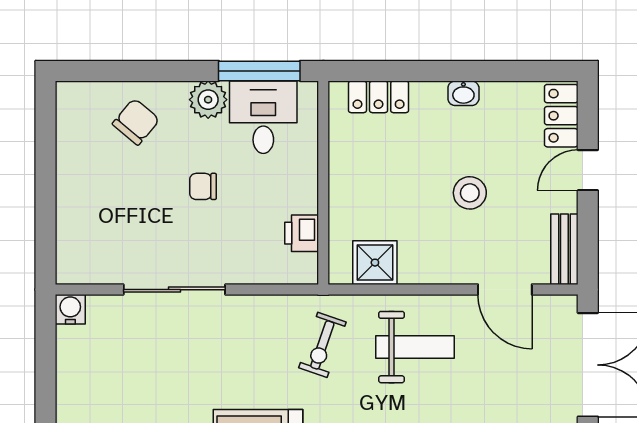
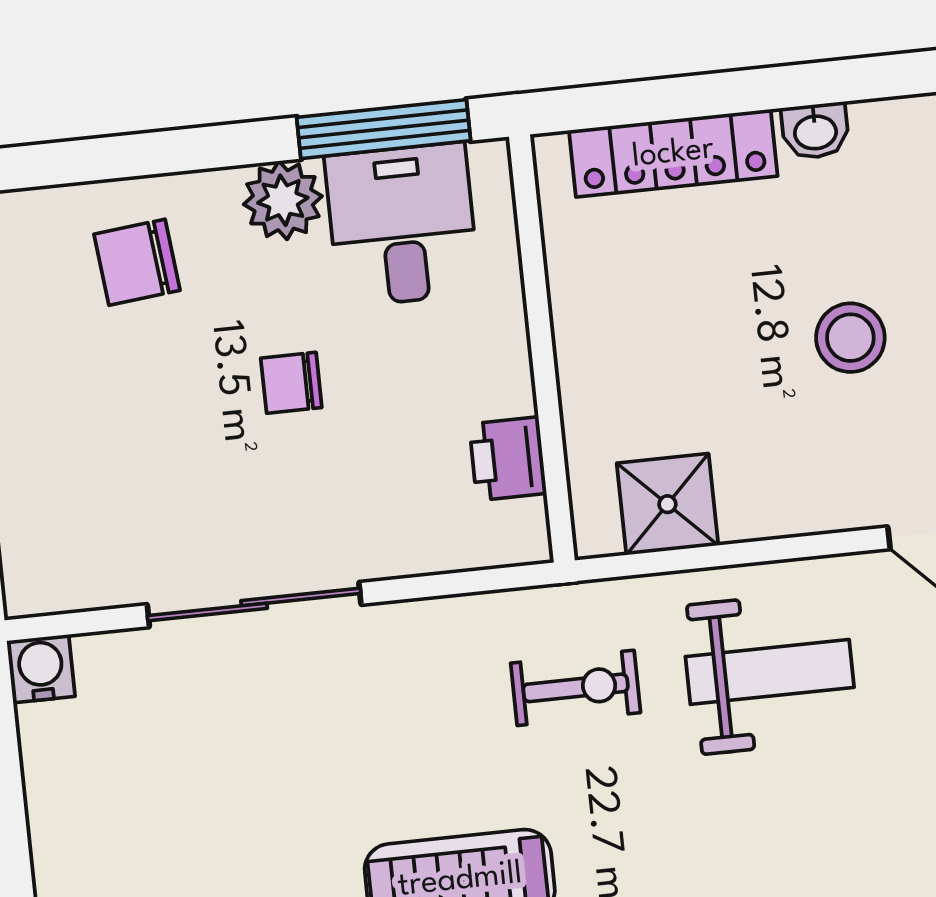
locker: (379, 97) -> (673, 153), width x1.53
chair: (136, 122) -> (137, 262), turned -136
exercise bike: (322, 345) -> (576, 688), turned -109

